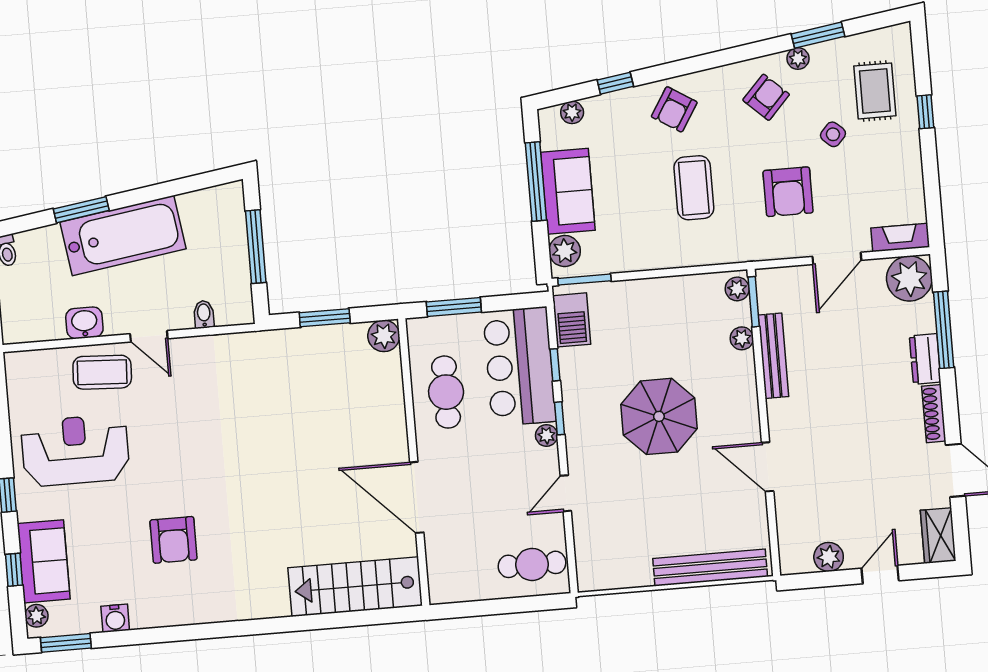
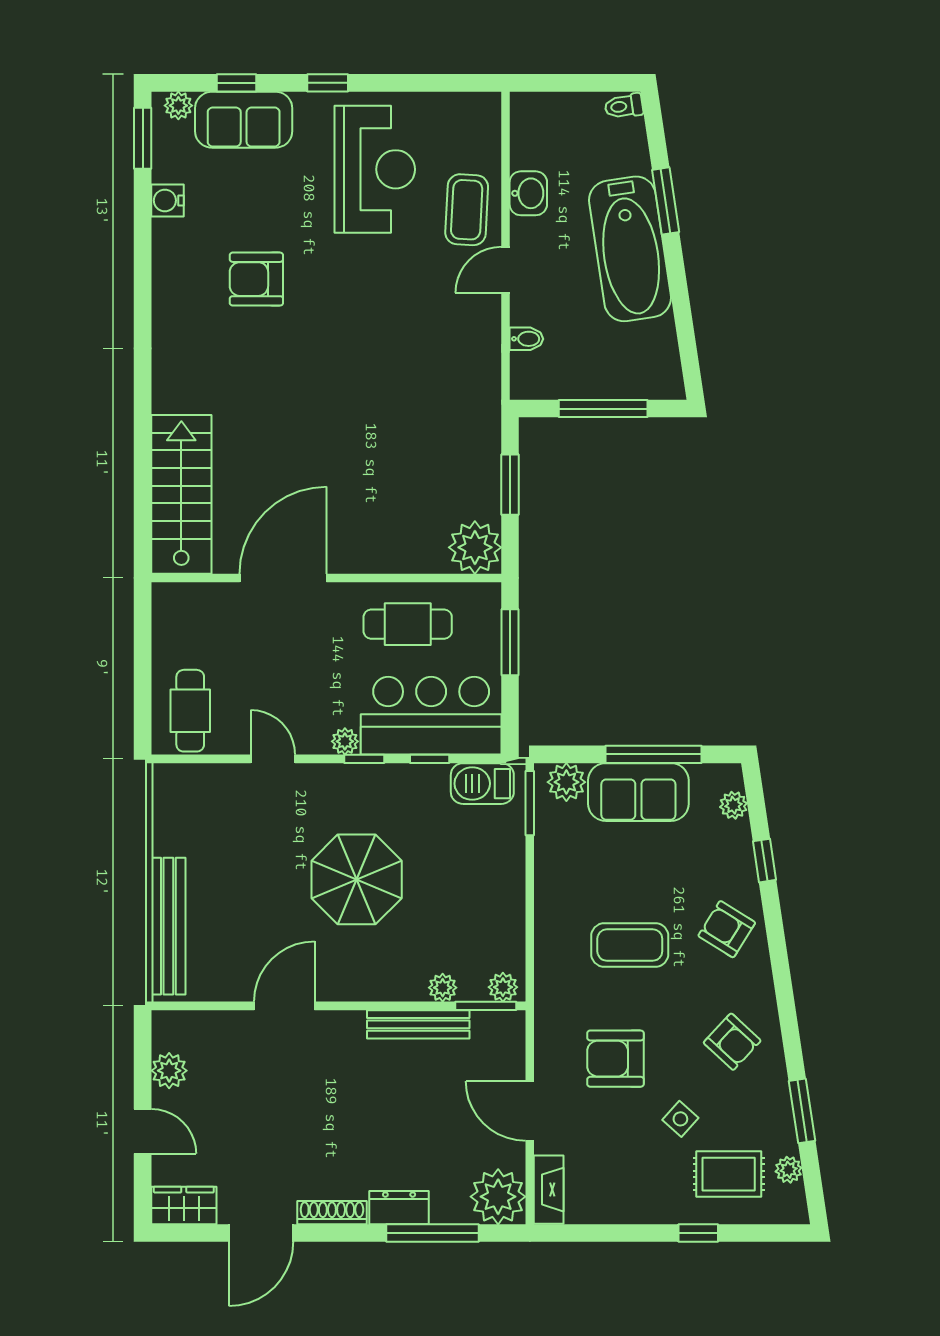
plant: (798, 59) -> (789, 1170), moved
plant: (384, 336) -> (475, 547), width x1.36, depth x1.36

